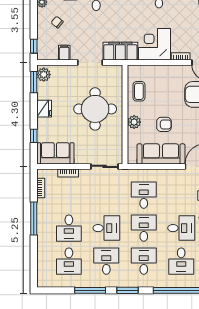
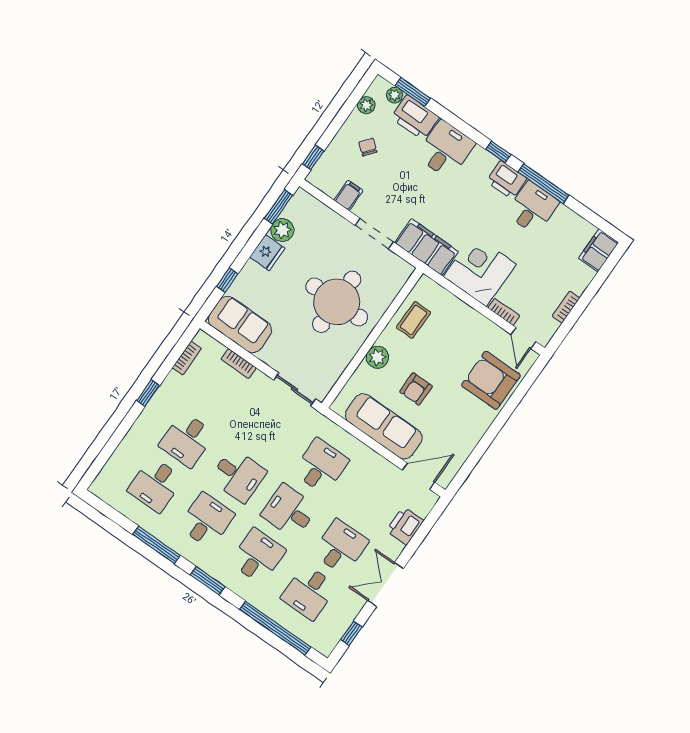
plant: (44, 75) -> (282, 230), moved
armchair: (164, 124) -> (416, 389), turned 90
window: (34, 219) -> (148, 393), width x0.46
desk: (144, 228) -> (289, 511), turned -90
desk: (181, 228) -> (340, 547), turned -90

